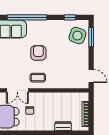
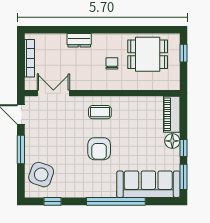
window: (91, 37) -> (21, 150), moved
double door: (17, 90) -> (53, 93), moved
dresser: (63, 126) -> (79, 40), moved

